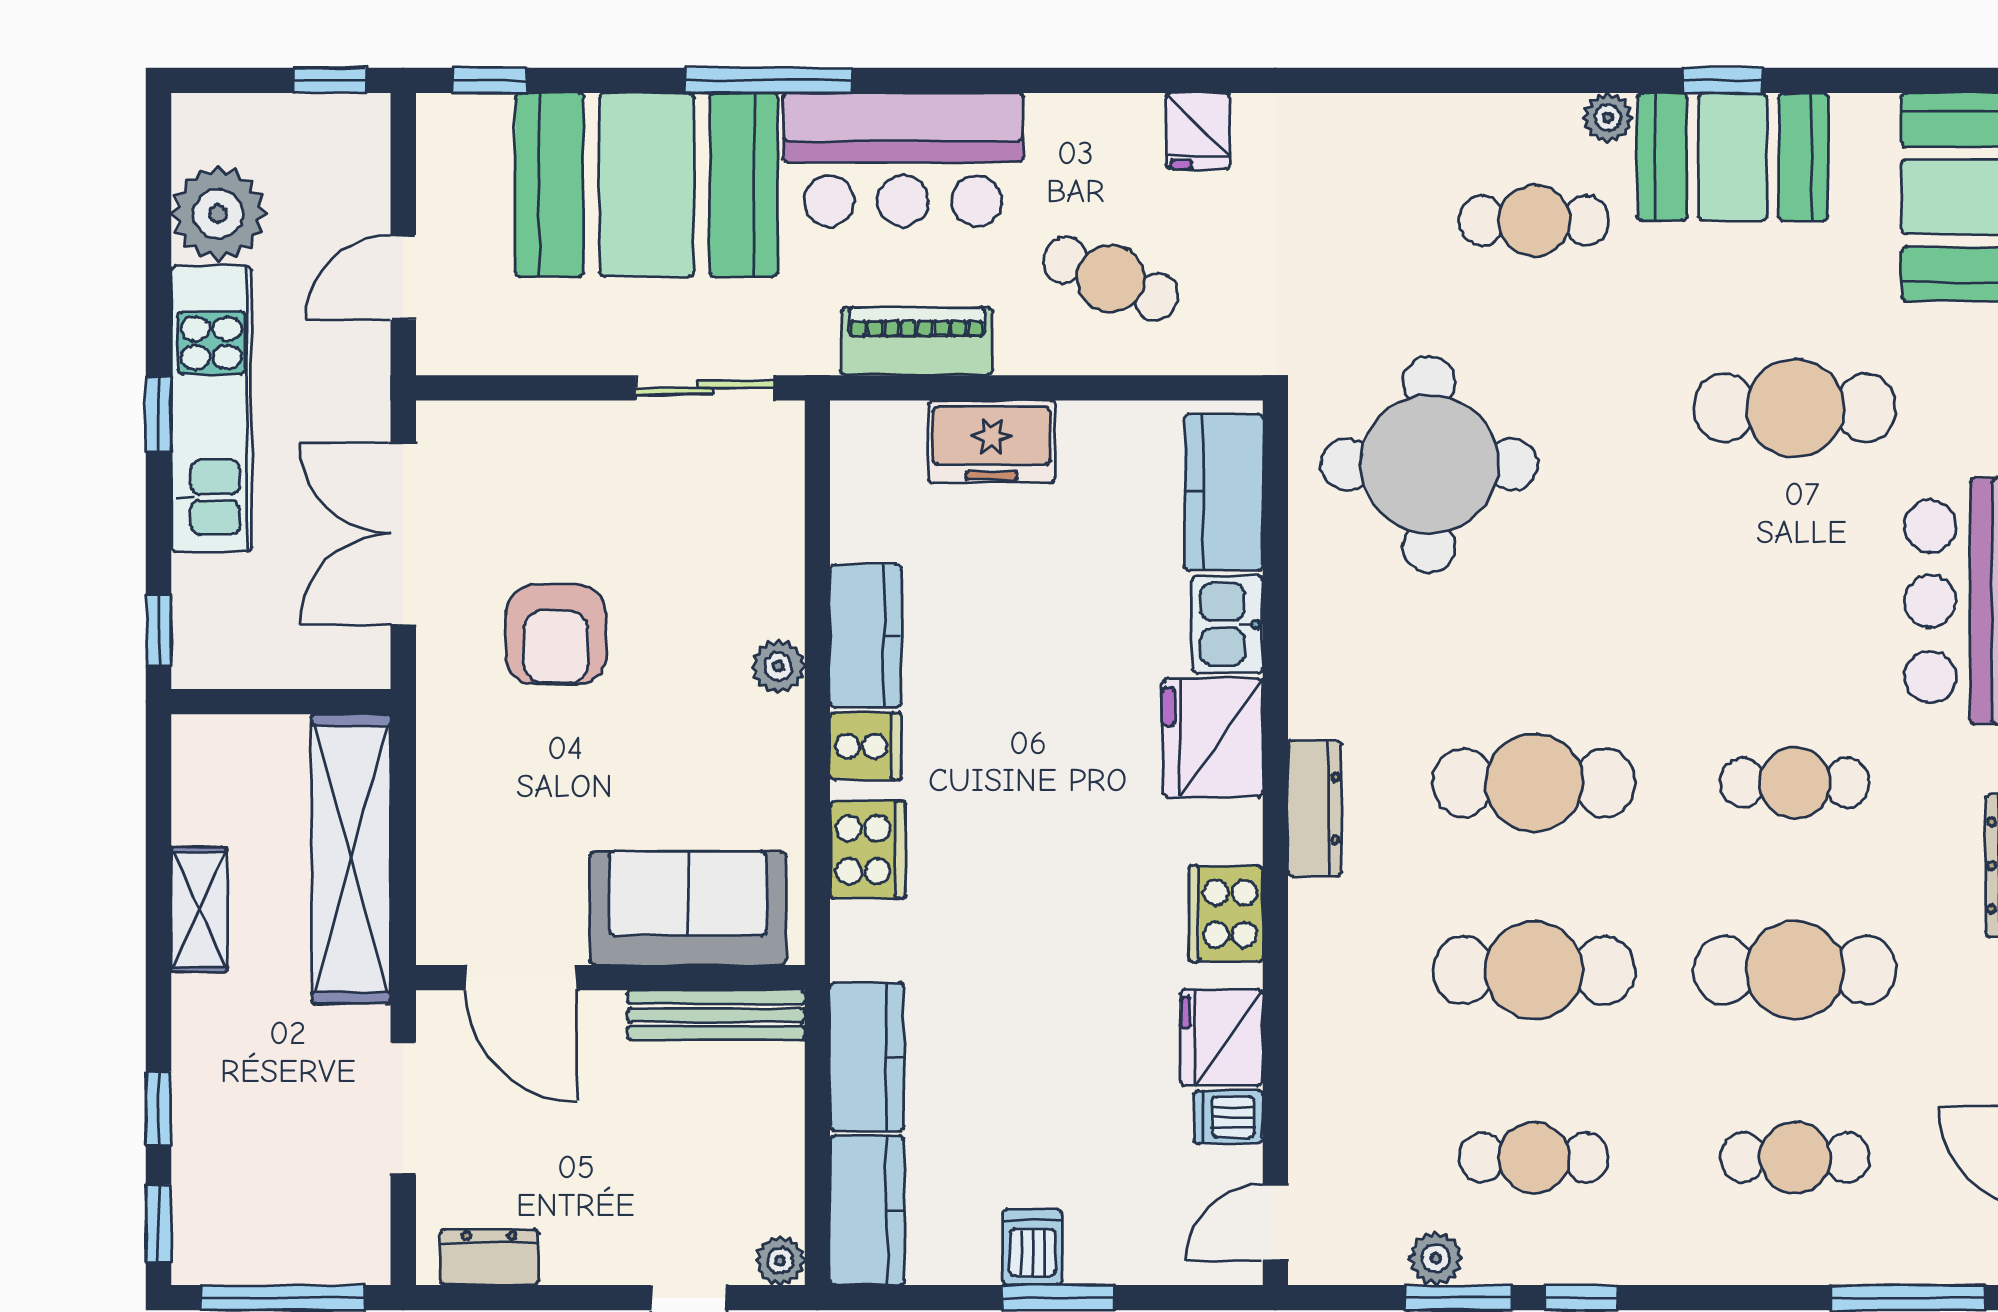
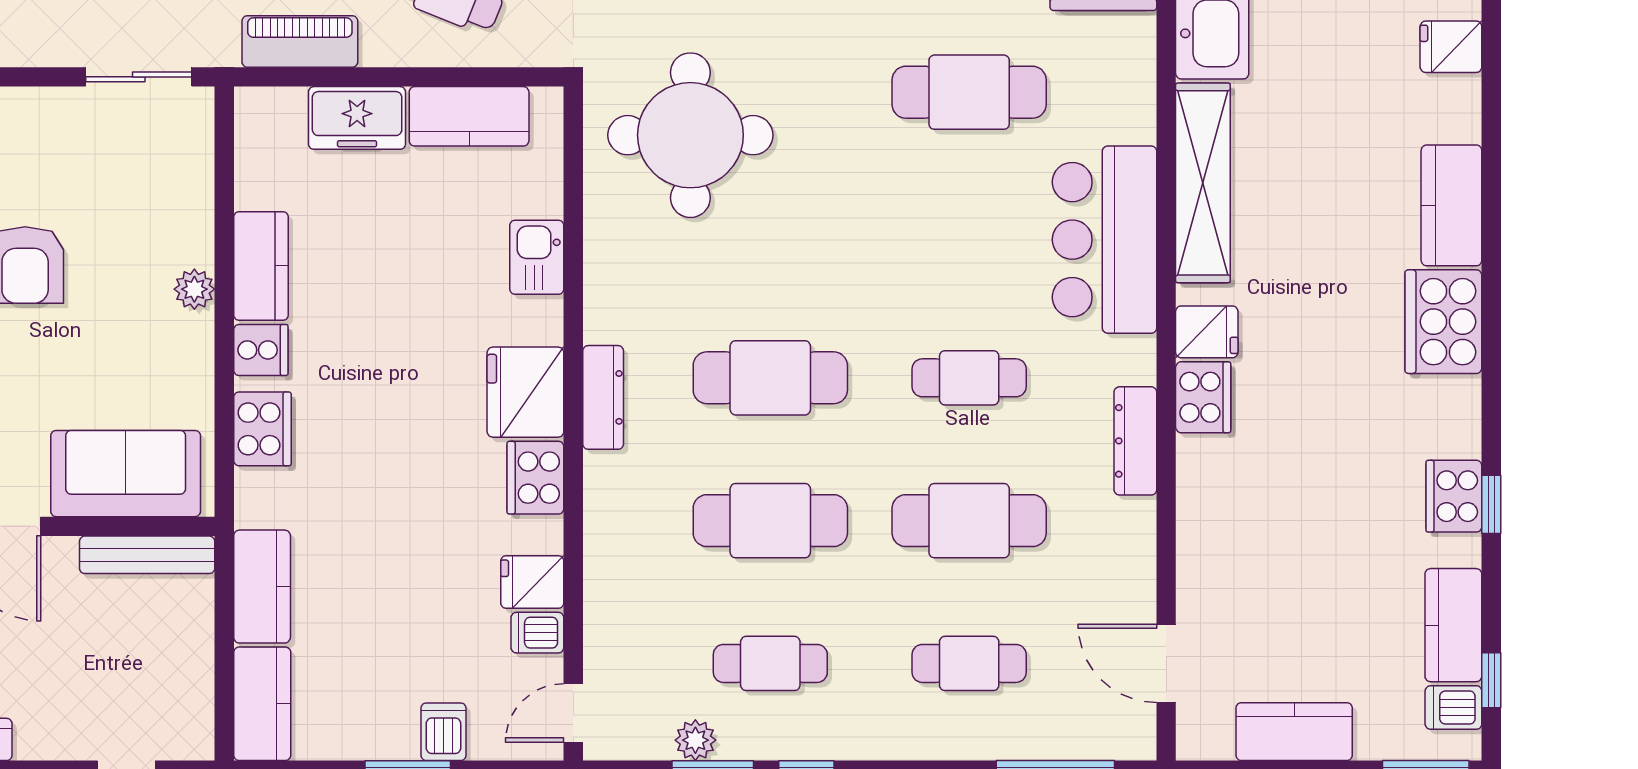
kitchen counter: (1224, 492) -> (469, 116), moved, turned -90
fridge: (1213, 737) -> (525, 392), moved
fridge: (1222, 1037) -> (532, 582), width x0.72
dishwasher: (1032, 1247) -> (443, 732), moved
plant: (780, 1261) -> (196, 742), removed

